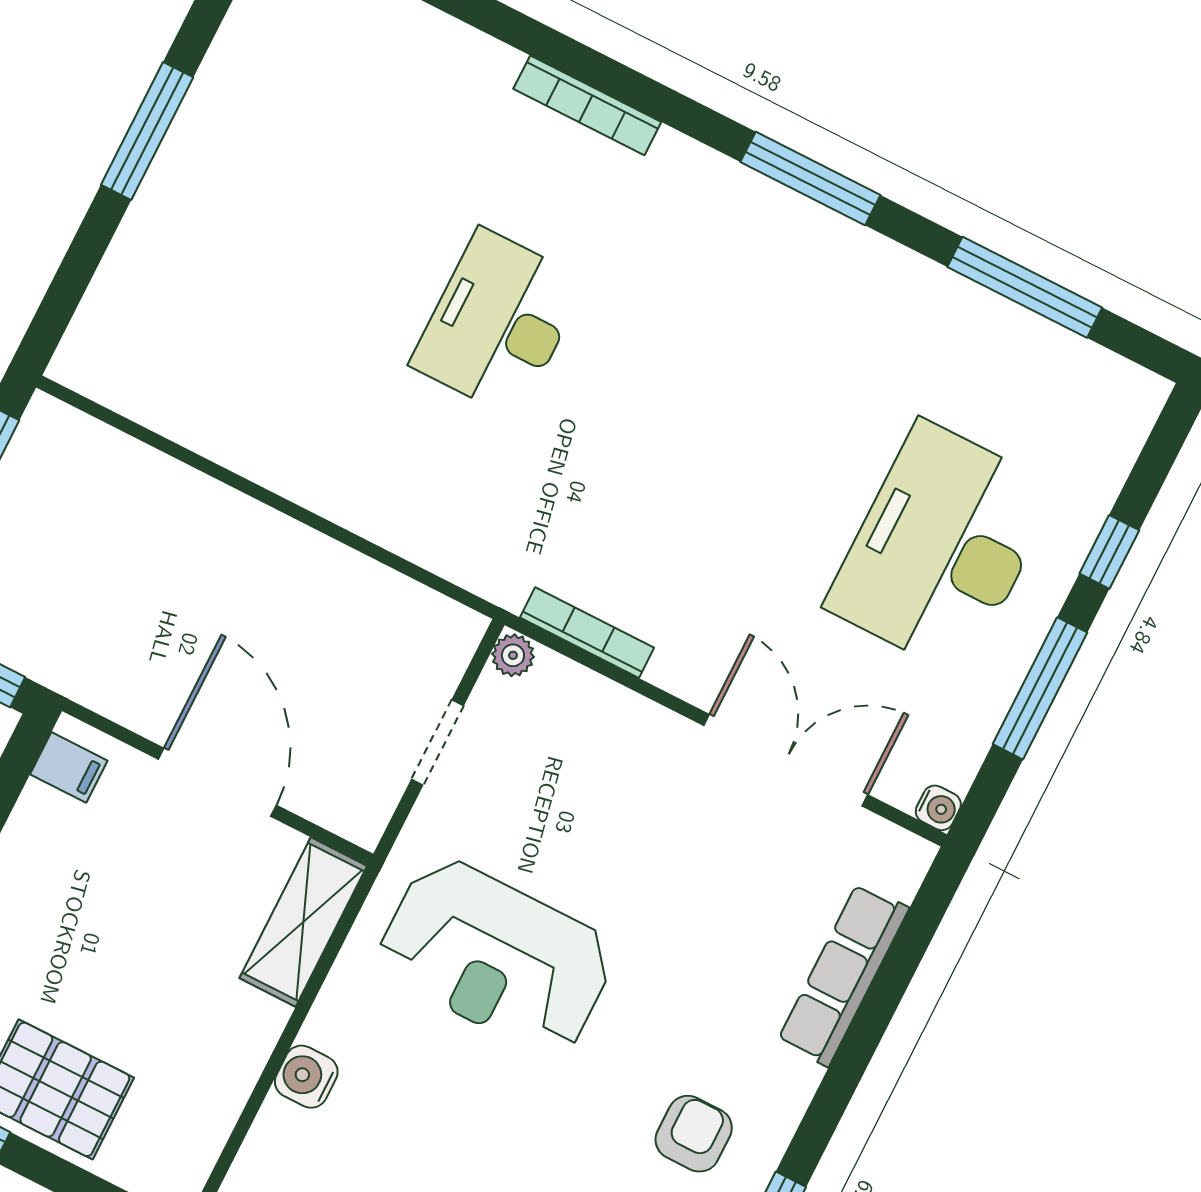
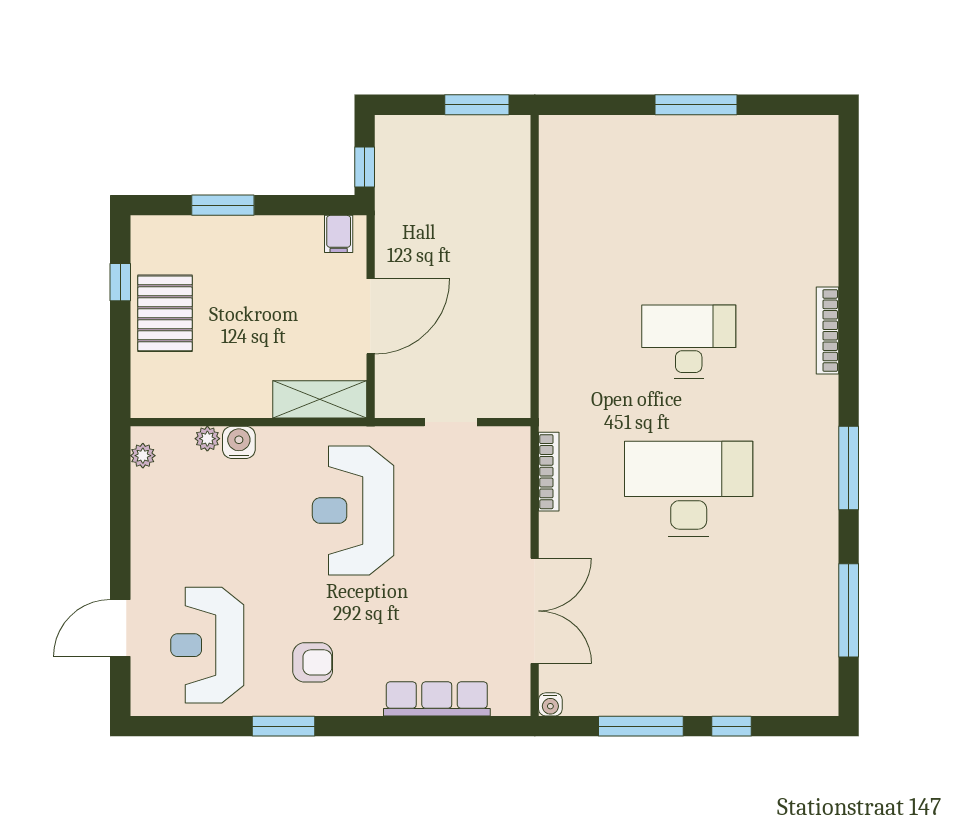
desk: (941, 548) -> (689, 489), moved
plant: (513, 655) -> (207, 439), moved

